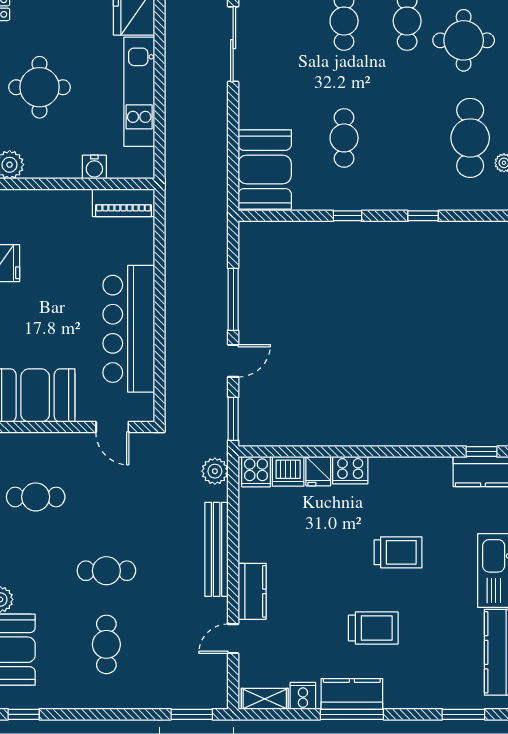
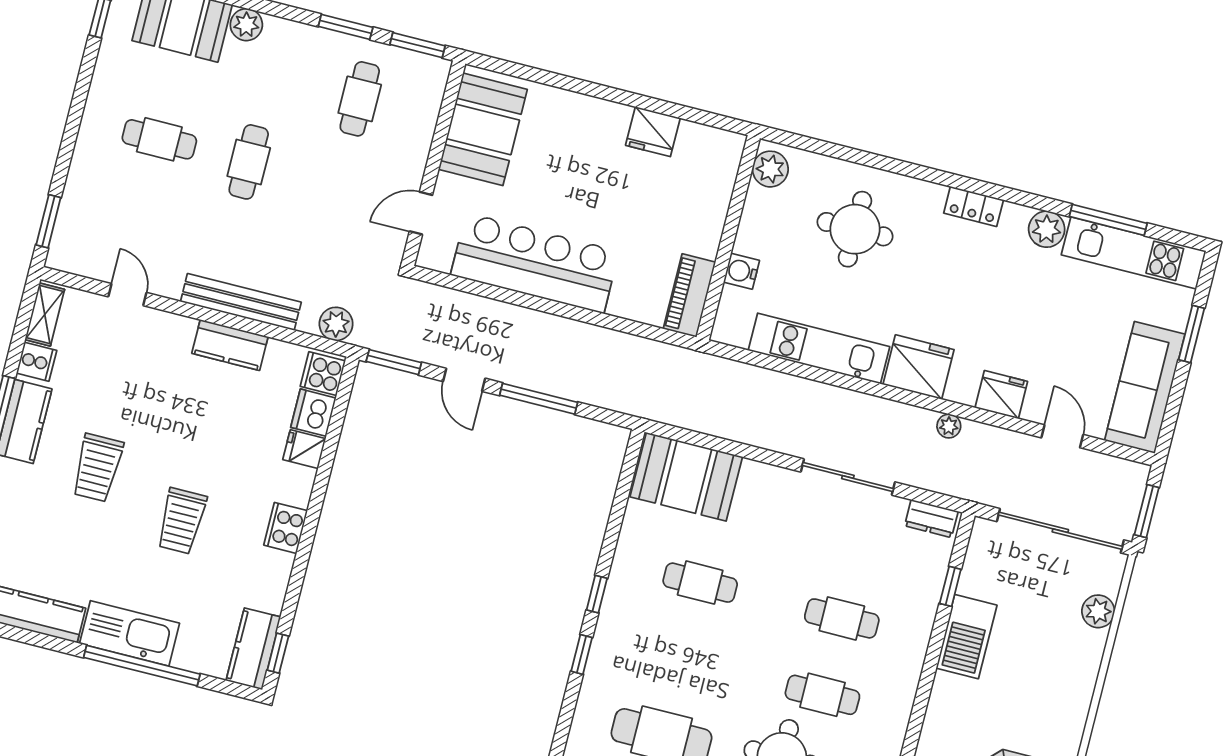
window: (347, 216) -> (597, 594), moved
cooker: (350, 470) -> (286, 528), moved
kitchen counter: (252, 591) -> (230, 345), moved

